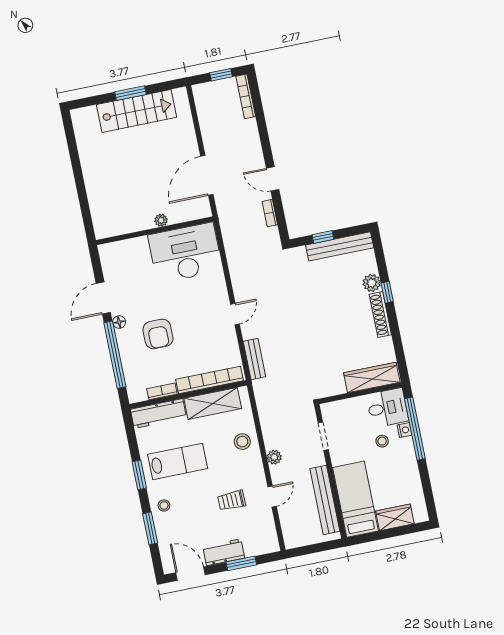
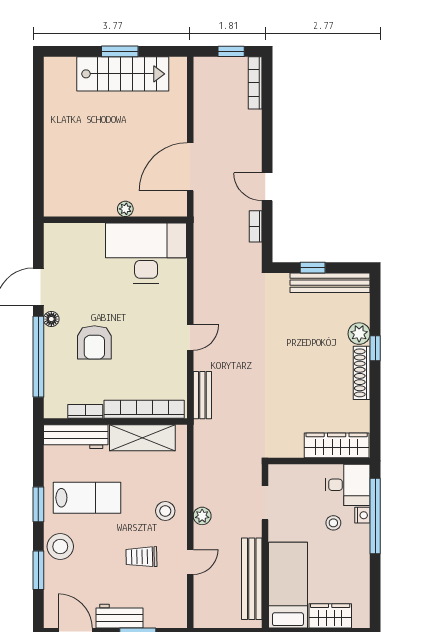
stool: (242, 442) -> (165, 511), moved
stool: (164, 505) -> (60, 547), width x1.89, depth x1.89

